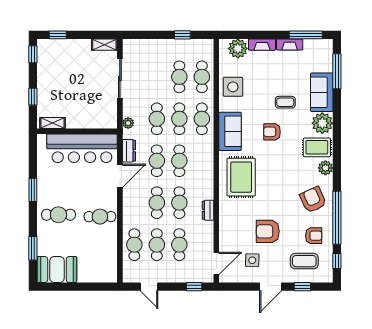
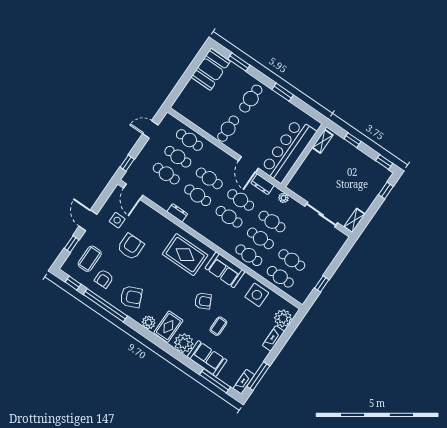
fireplace: (290, 44) -> (244, 382), moved
armchair: (272, 132) -> (203, 301), turned 64

